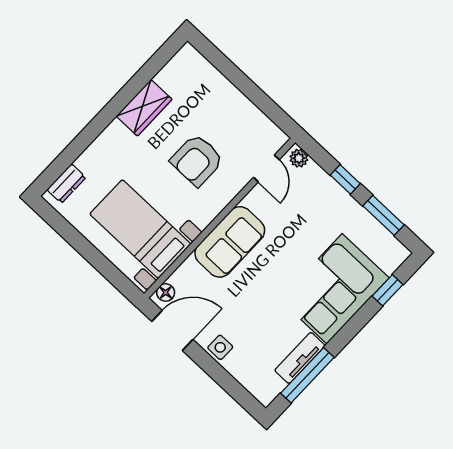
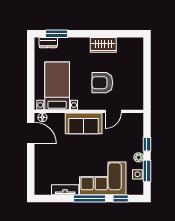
plant: (299, 158) -> (139, 157), moved
window: (65, 160) -> (57, 34), added
door: (266, 169) -> (113, 111), moved
side table: (220, 347) -> (137, 174), moved
window: (307, 375) -> (89, 199), moved

